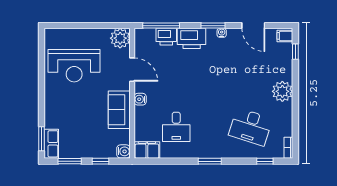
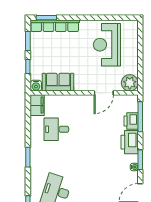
water cooler: (140, 99) -> (79, 99), removed
sofa: (119, 110) -> (58, 82), moved
row of seats: (51, 144) -> (55, 26), width x2.02

